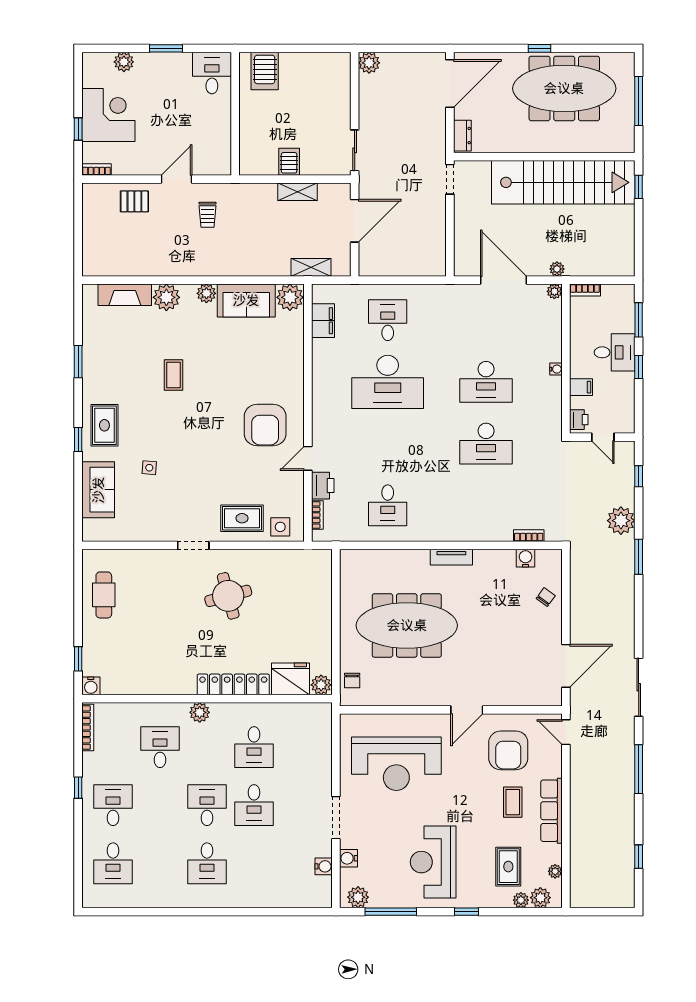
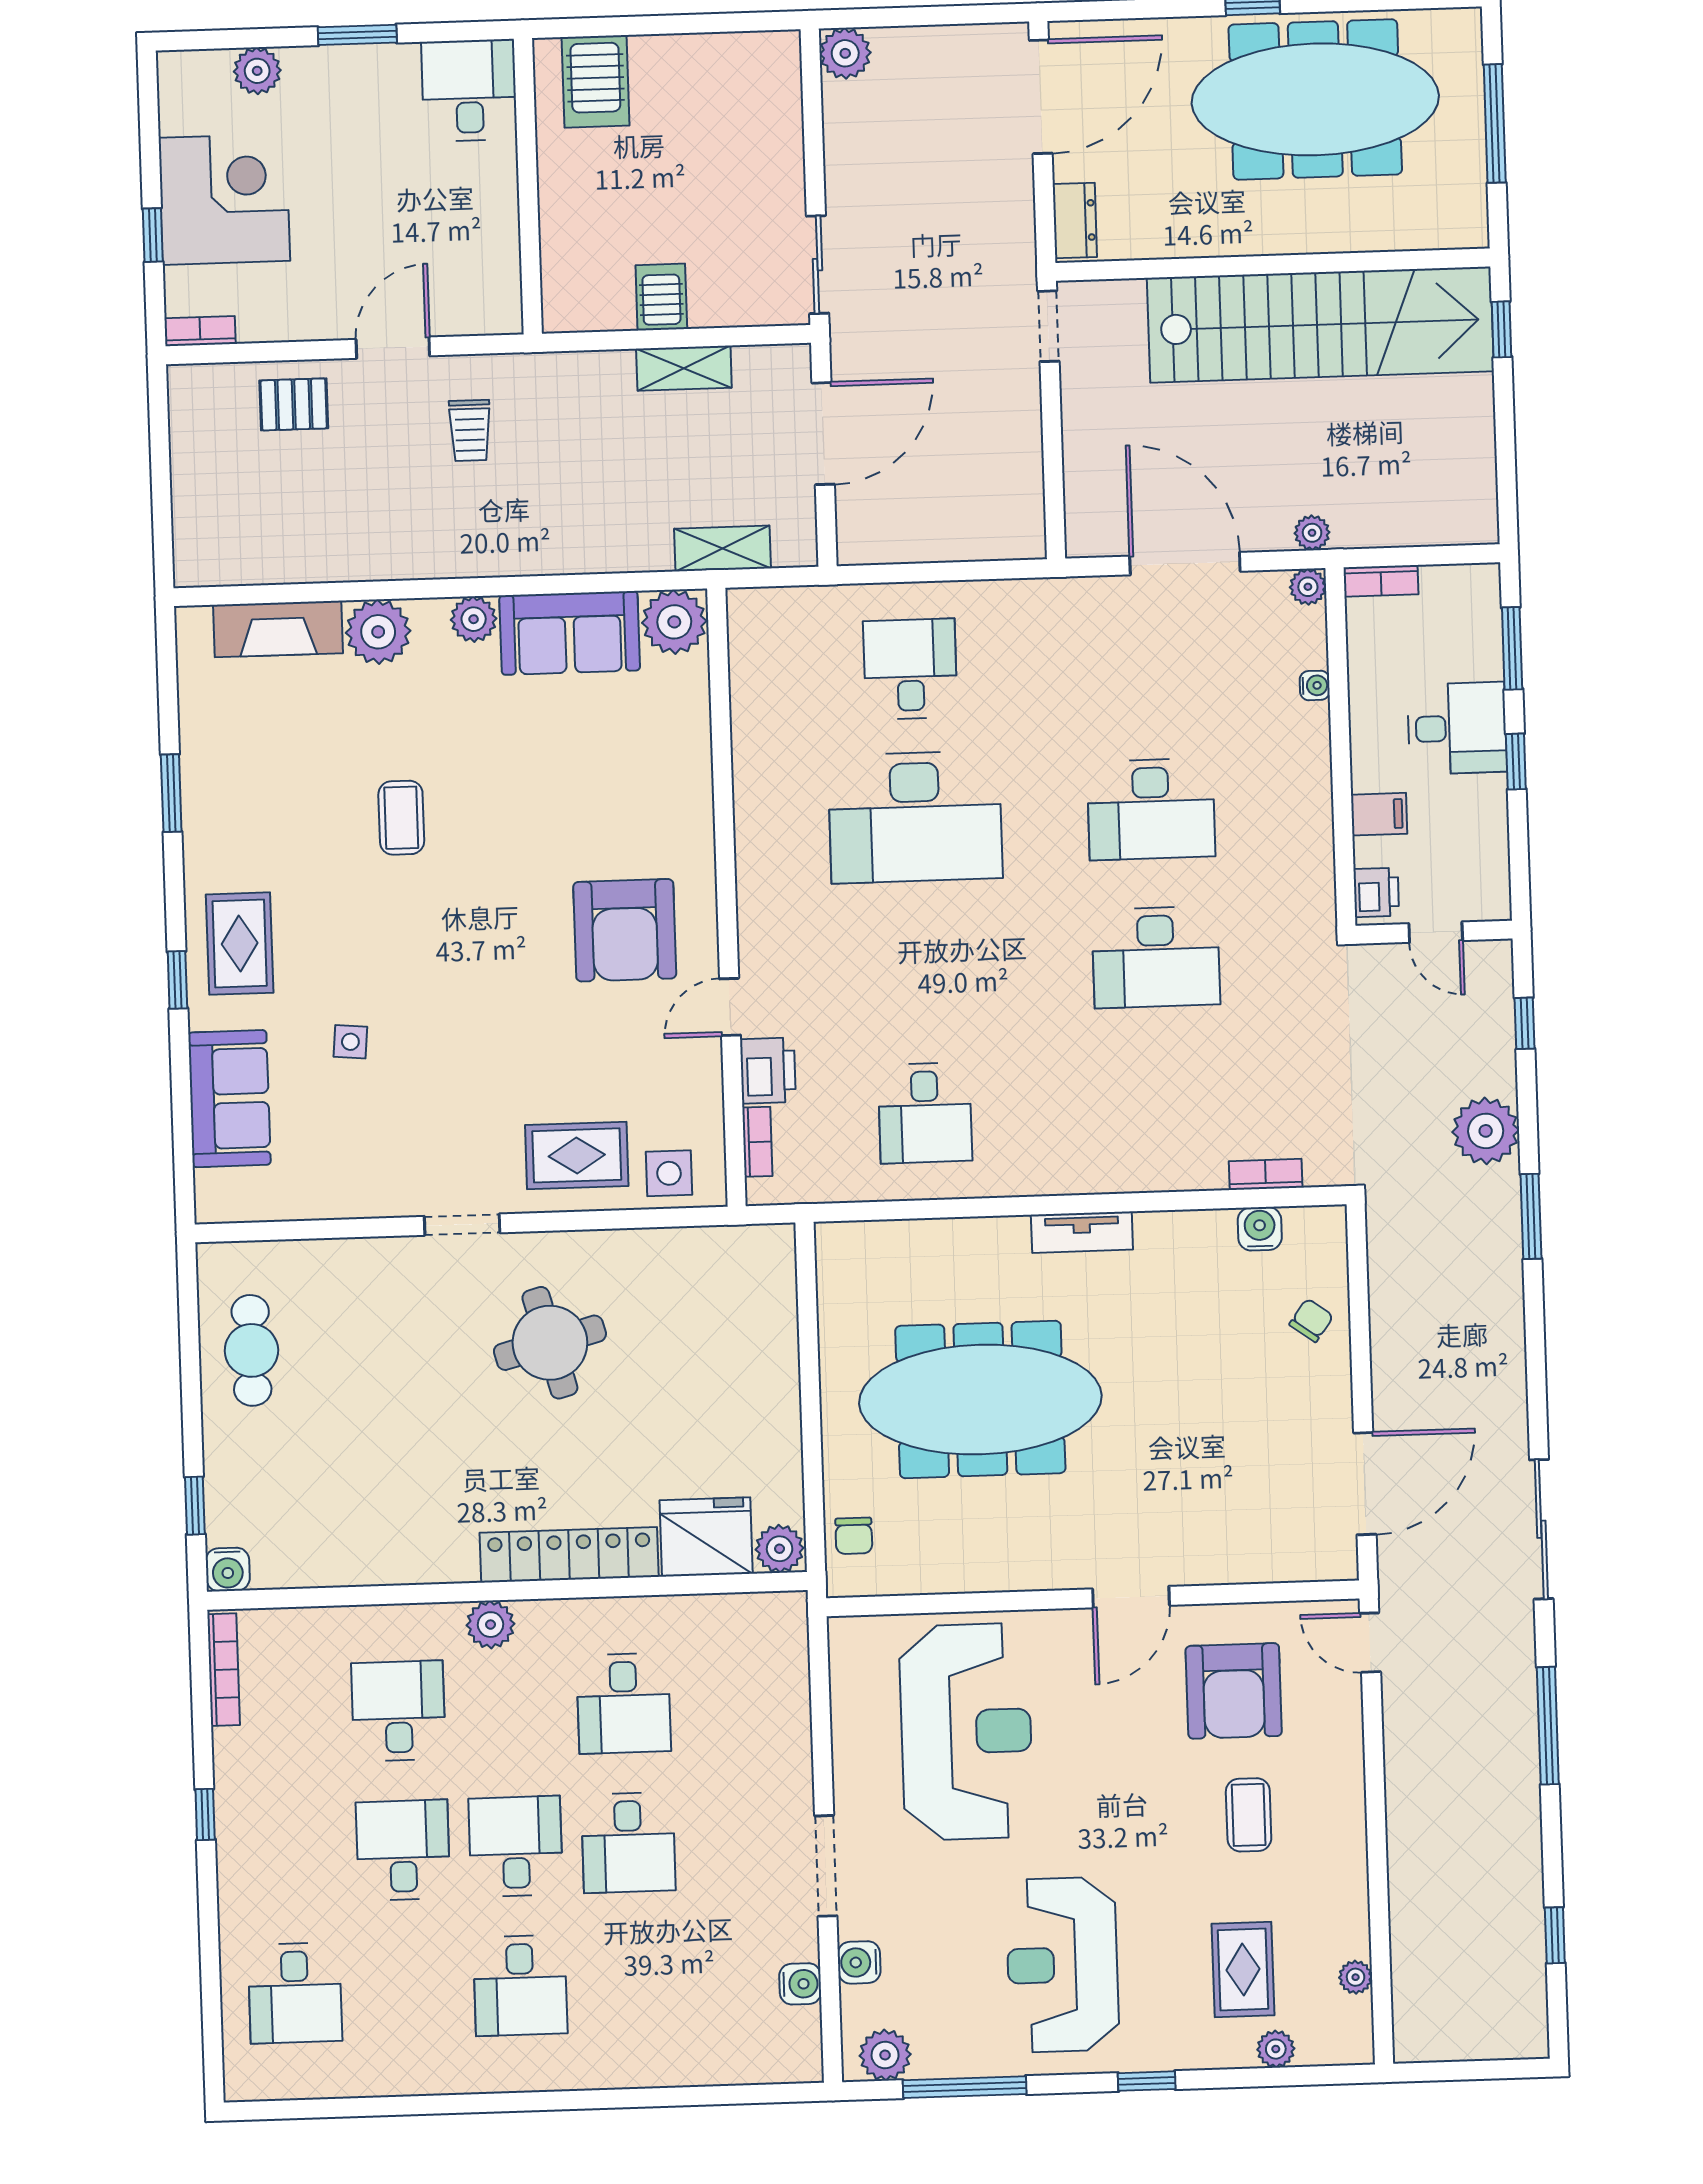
filing cabinet: (323, 321) -> (755, 675), removed
water cooler: (556, 369) -> (1315, 685), moved
reception desk: (396, 764) -> (966, 1732), turned -90
desk: (113, 805) -> (403, 1850), moved
row of seats: (551, 811) -> (1342, 1832), removed
plant: (540, 898) -> (1322, 2042), removed

